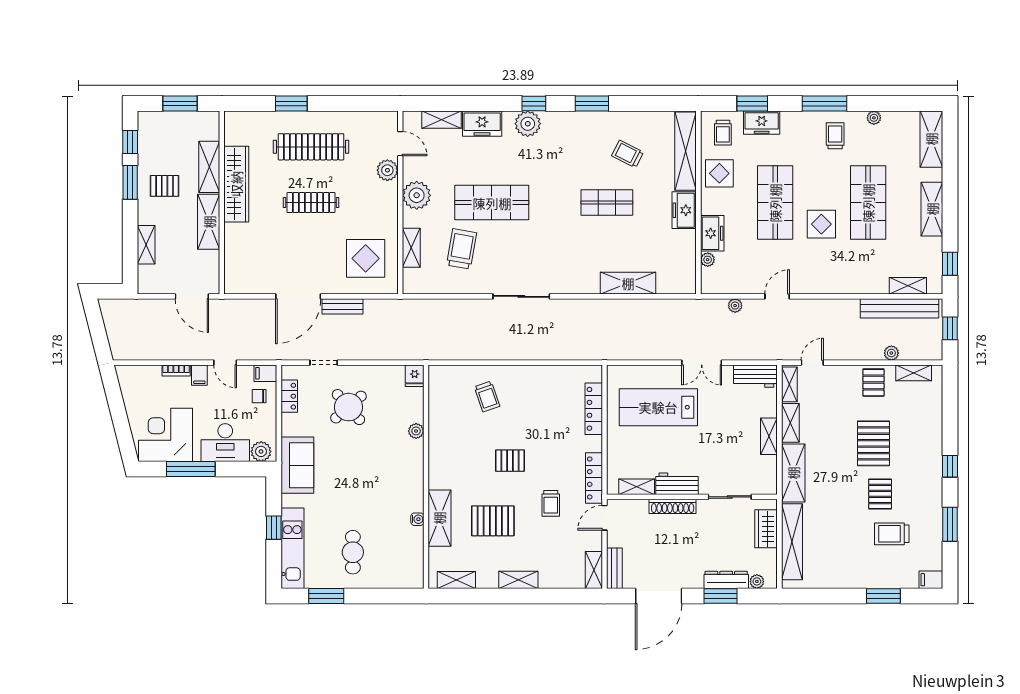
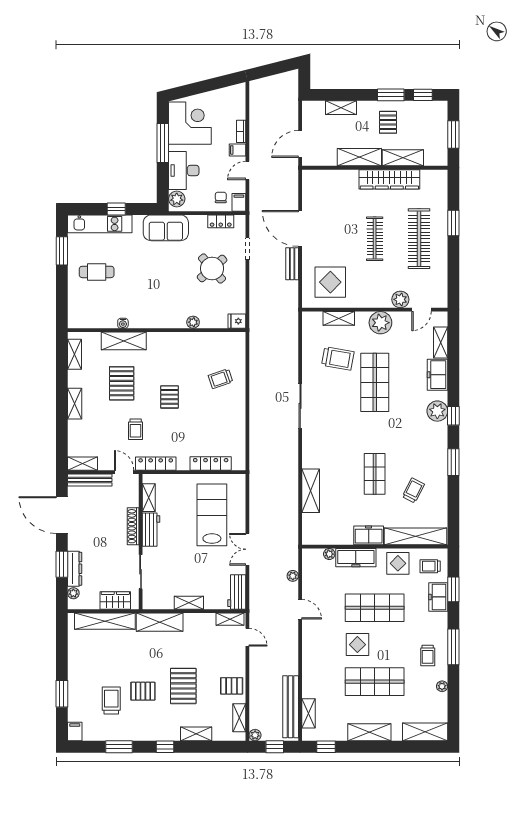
trolley: (835, 136) -> (428, 655), turned 90
freezer: (712, 233) -> (356, 558), width x1.40
plant: (891, 353) -> (255, 735), moved
shelving: (790, 423) -> (196, 734), moved
pallet: (873, 443) -> (183, 686), turned 90
trolley: (551, 503) -> (136, 429), turned -90
bench: (614, 568) -> (90, 480), width x1.36

